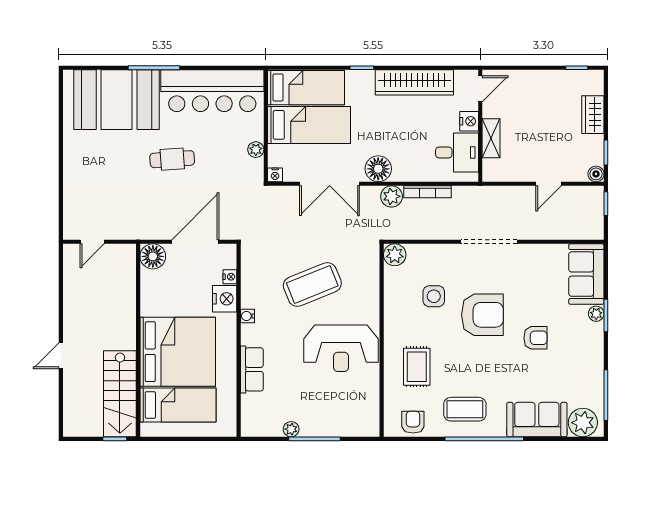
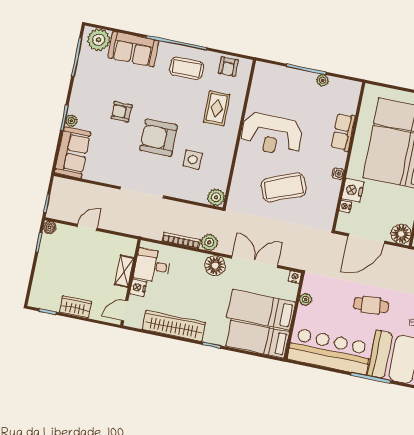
wardrobe: (593, 115) -> (75, 307), moved, turned -90
reception desk: (341, 348) -> (272, 134), turned 180

